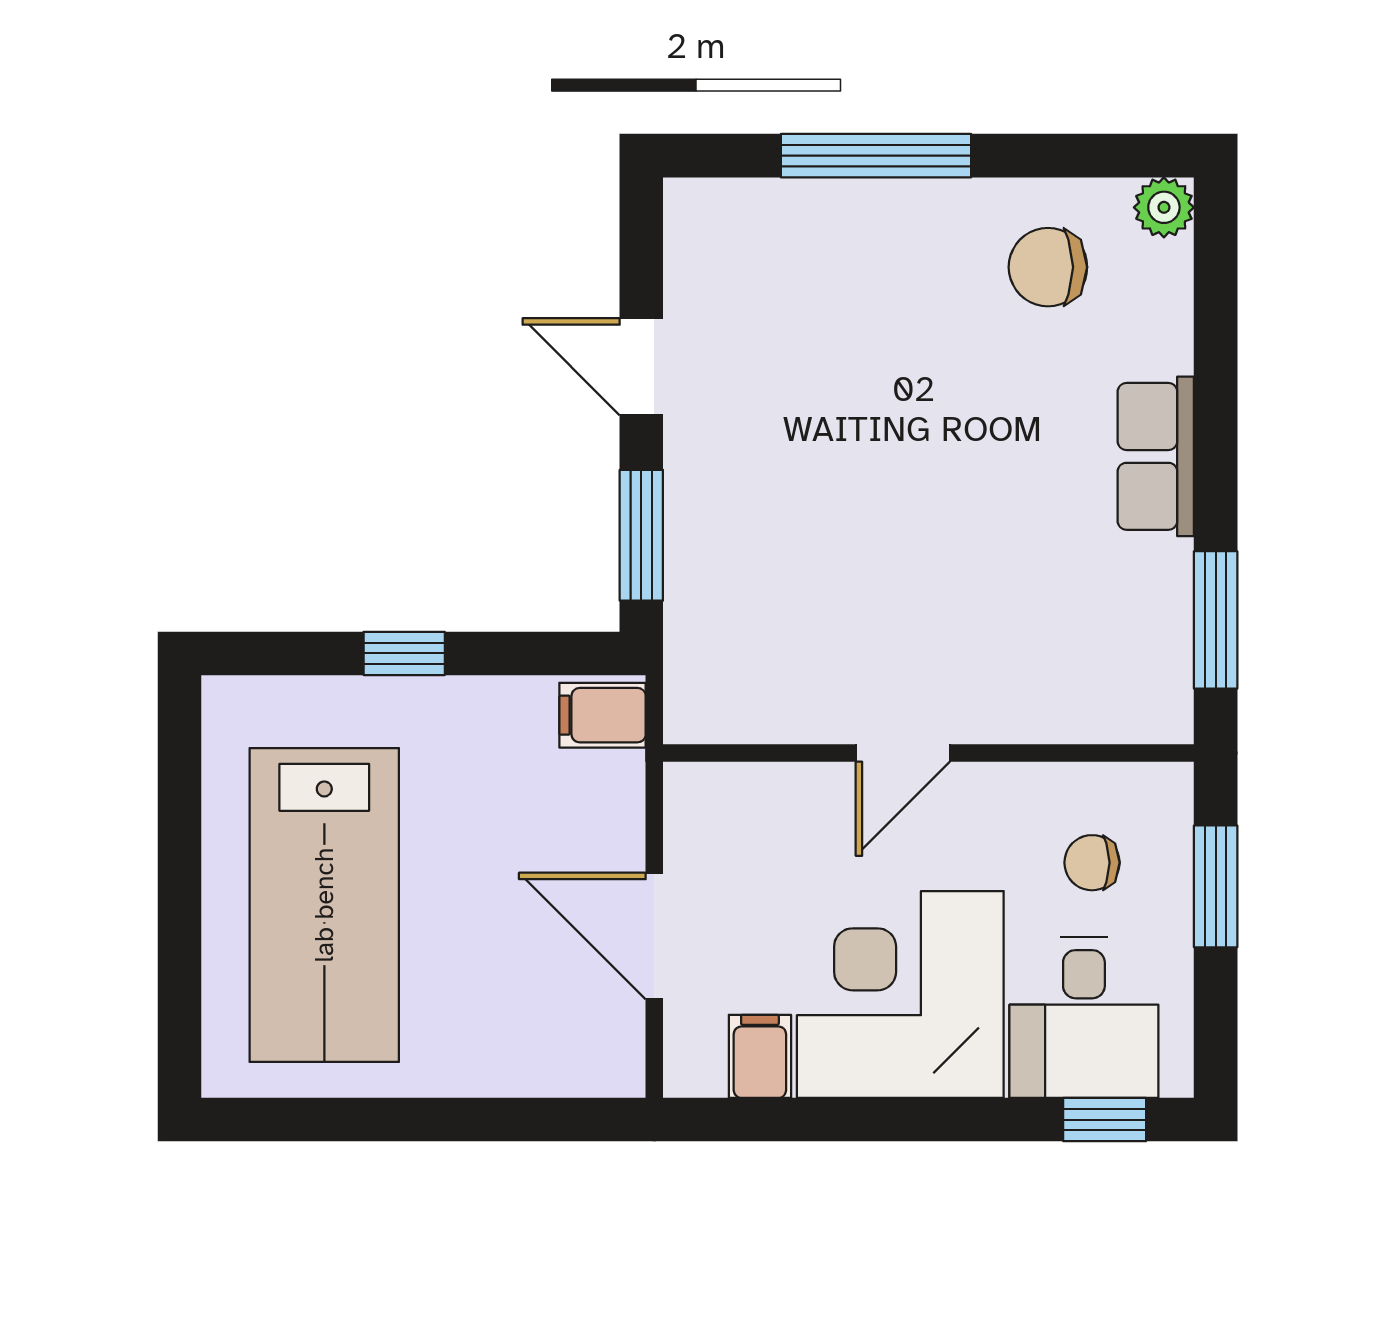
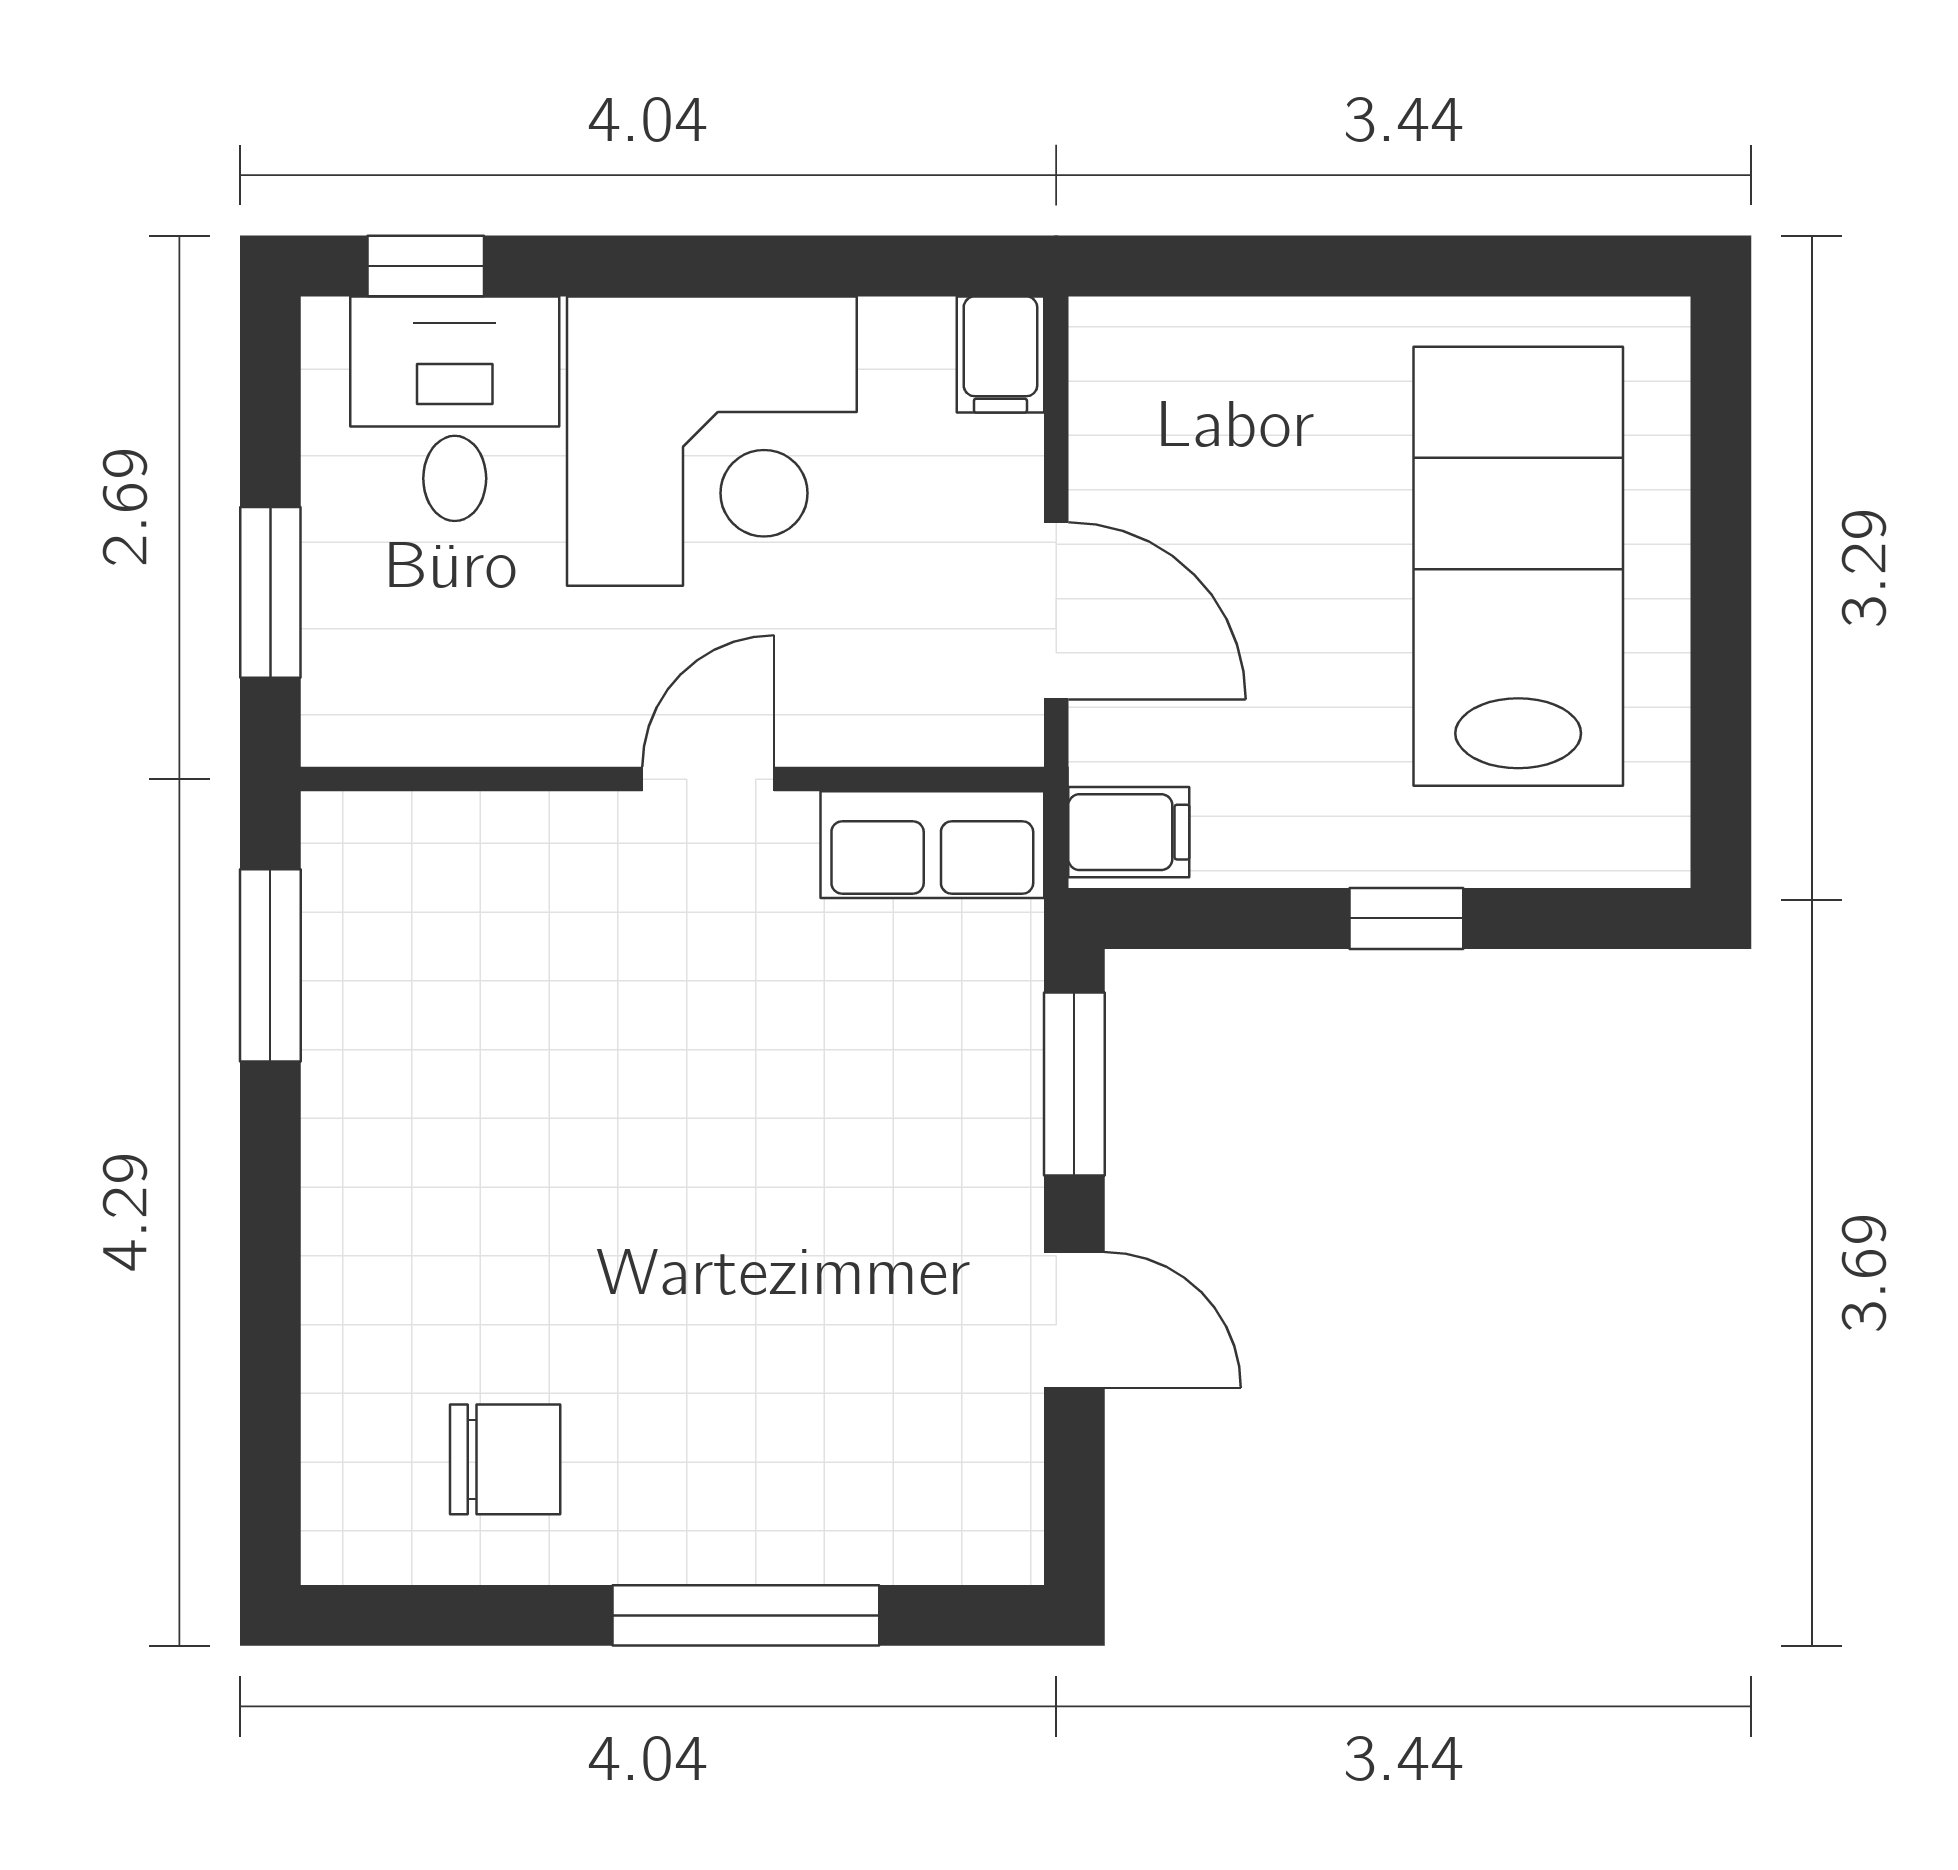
plant: (1164, 207) -> (343, 1543), removed
row of seats: (1156, 456) -> (932, 845), moved, turned 90
chair: (1092, 863) -> (443, 626), removed
door: (654, 936) -> (1056, 611), moved
filing cabinet: (760, 1056) -> (1000, 354), moved

